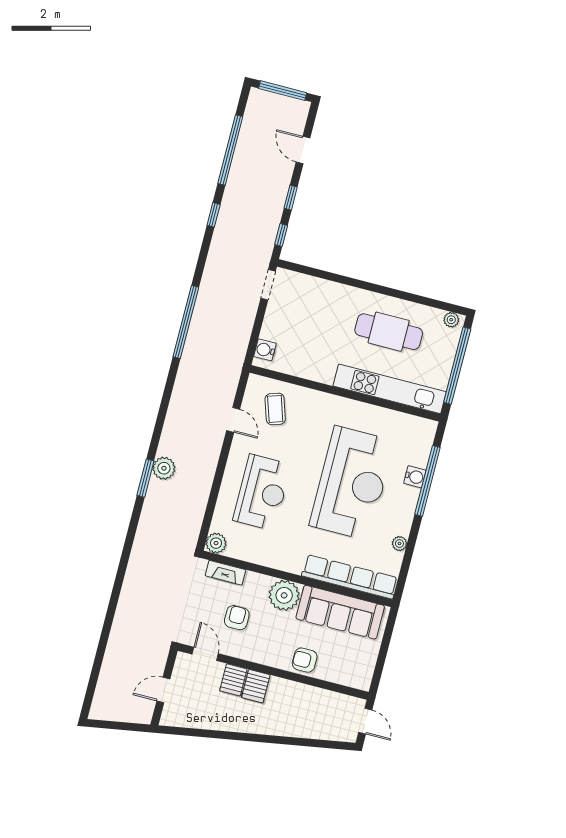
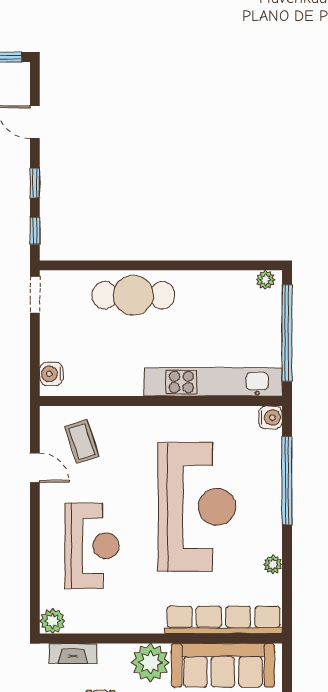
cafe table: (389, 332) -> (133, 295), moved
water cooler: (415, 477) -> (271, 417), moved

